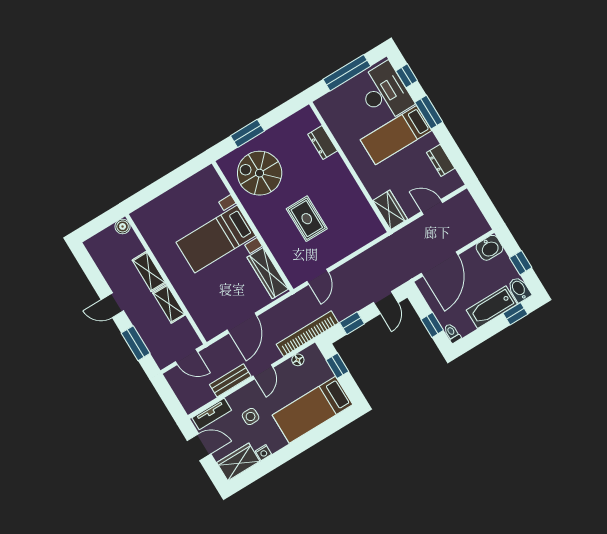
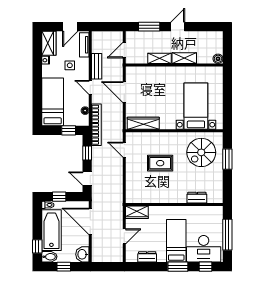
spiral stairs: (260, 173) -> (201, 152), turned 180
bed with nightstands: (216, 239) -> (196, 106), moved
bathtub: (492, 307) -> (51, 230), width x1.36, depth x1.36

